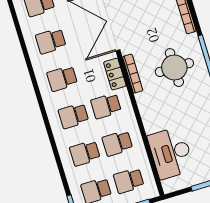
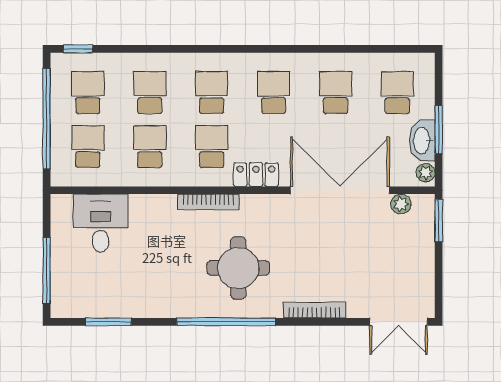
bookcase: (133, 74) -> (208, 202), moved
desk: (171, 153) -> (100, 223), width x0.73

